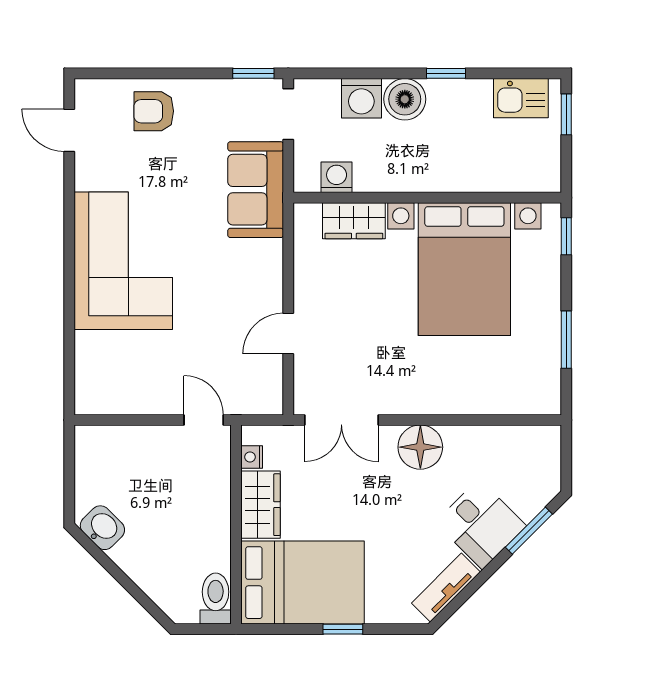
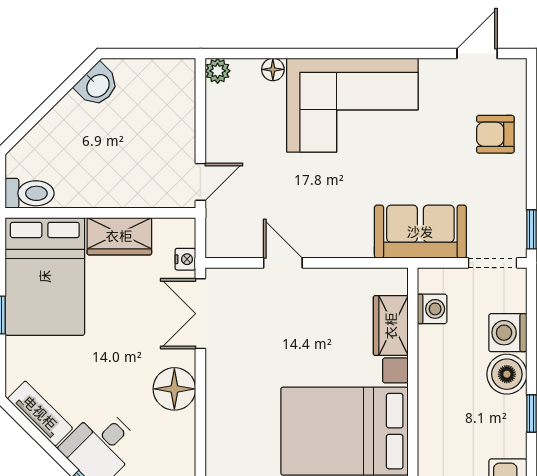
armchair: (154, 111) -> (495, 134), turned -90
floor lamp: (86, 344) -> (273, 69), added
plant: (87, 402) -> (218, 71), added
nightstand: (252, 457) -> (185, 259), moved, turned 90

